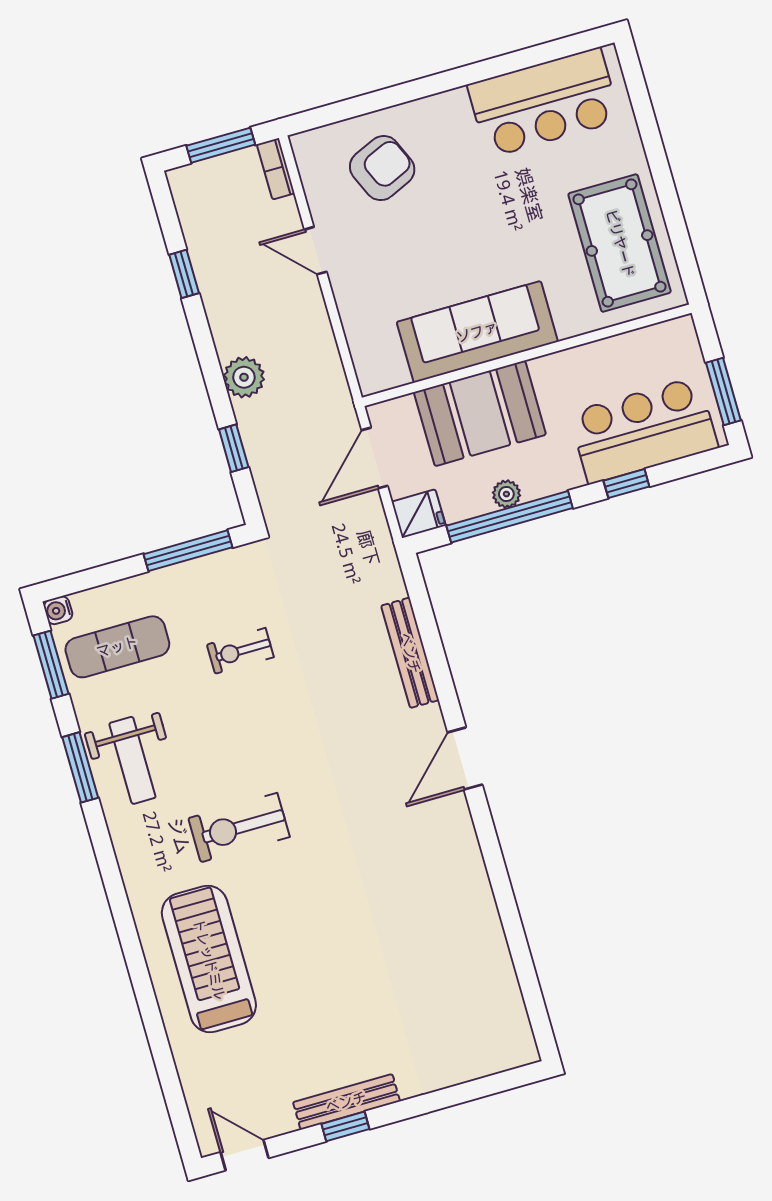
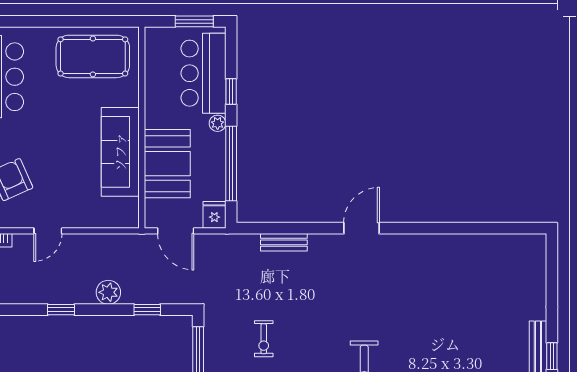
window: (184, 274) -> (61, 310), moved
plant: (506, 494) -> (218, 123), moved
bench: (410, 653) -> (284, 242), width x0.73
door: (465, 758) -> (362, 228), swing flipped

